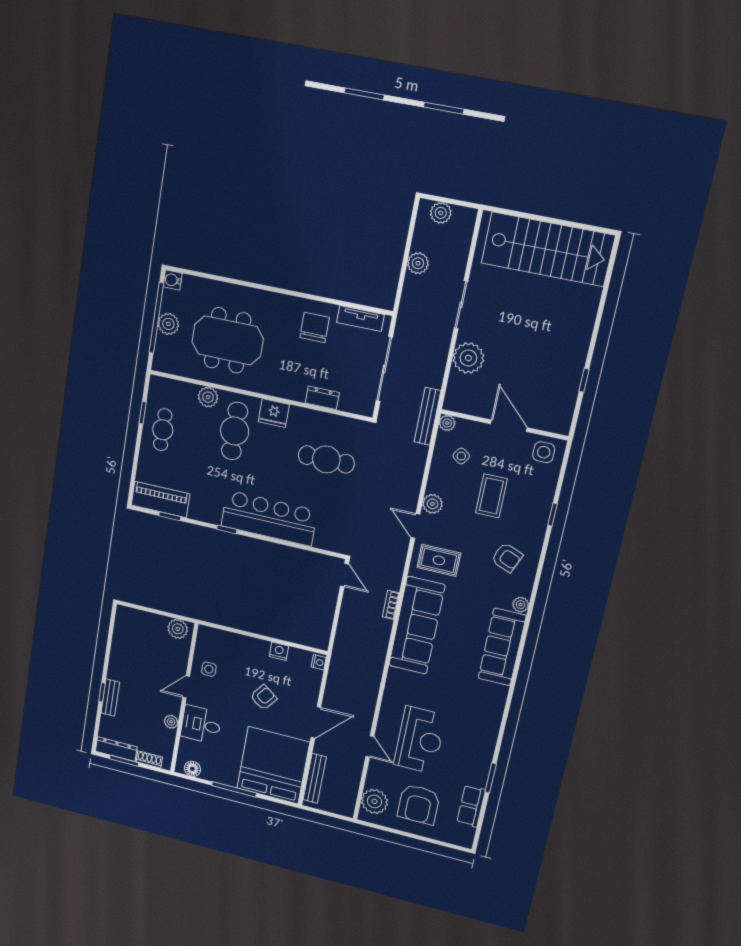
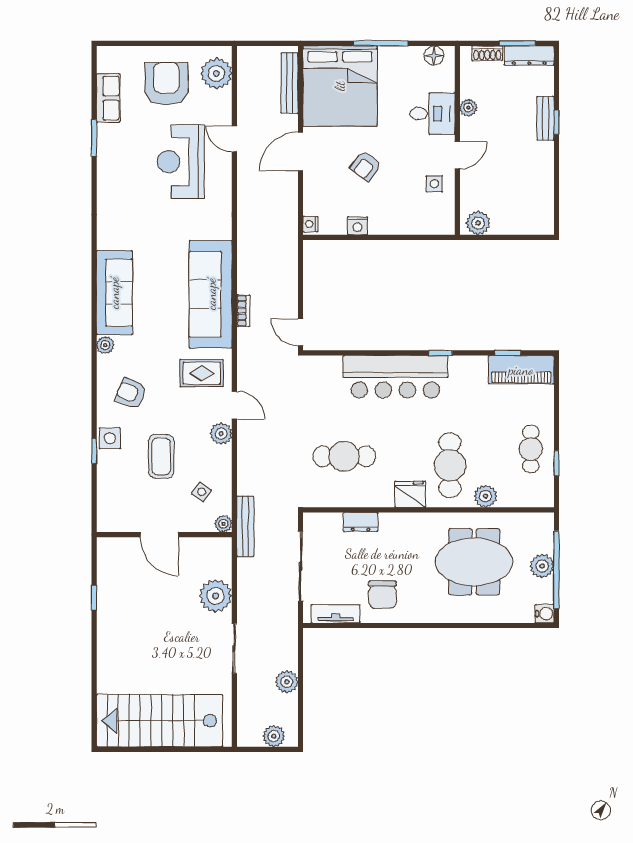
side table: (544, 452) -> (110, 438), moved

